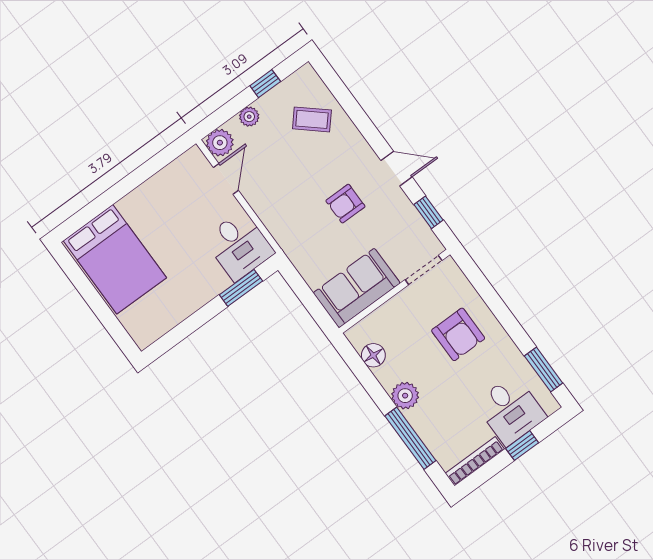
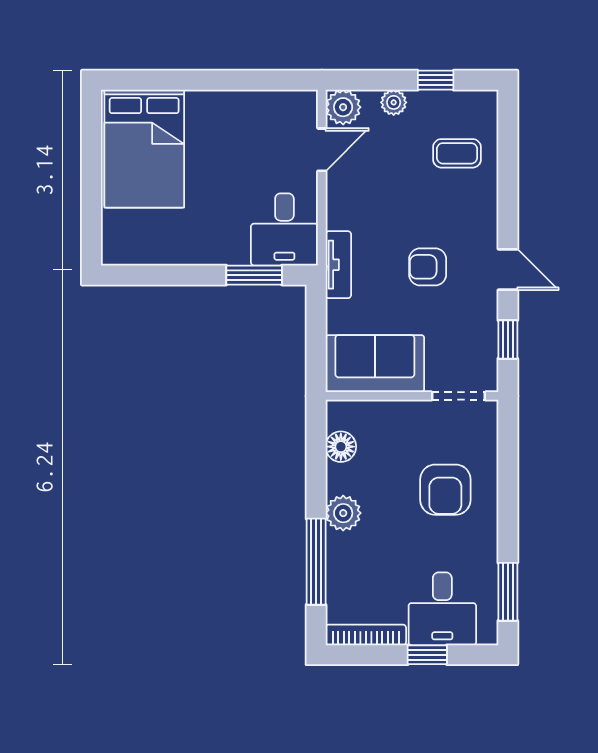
coffee table: (312, 119) -> (457, 153), turned -41
tv unit: (289, 243) -> (338, 265), added

